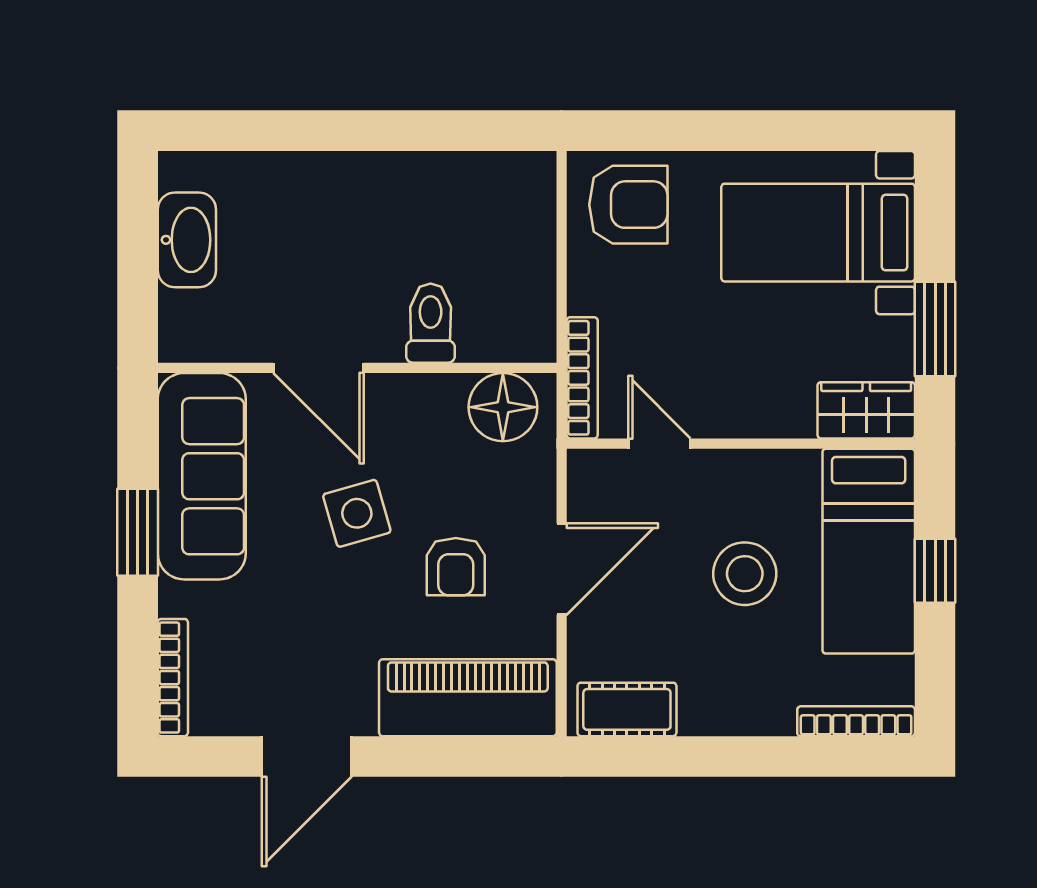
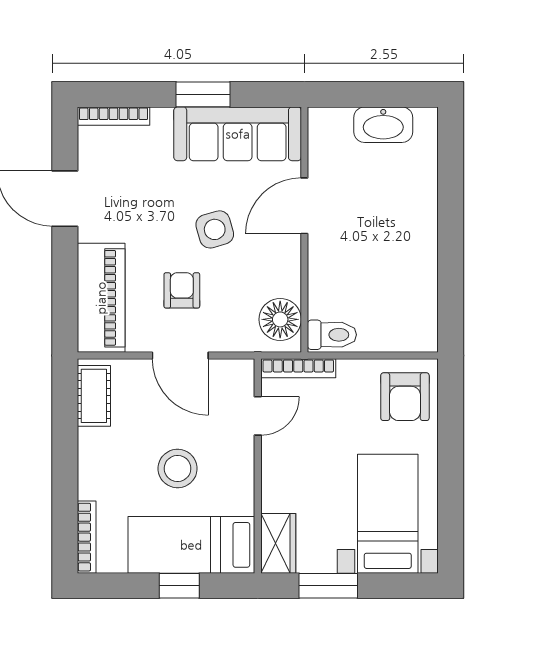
toilet: (431, 323) -> (332, 335), moved
armchair: (456, 567) -> (182, 290), turned 90

